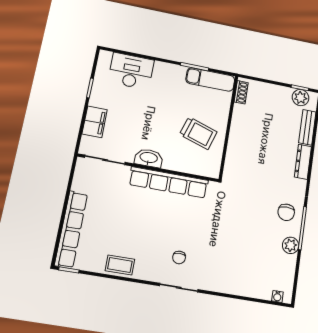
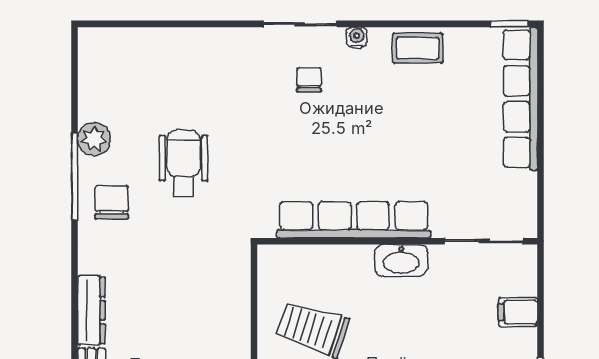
filing cabinet: (95, 122) -> (518, 312), width x0.50
wheelchair: (249, 226) -> (184, 163), added
water cooler: (277, 296) -> (357, 37), moved

